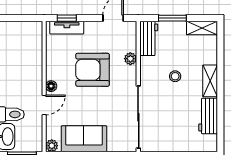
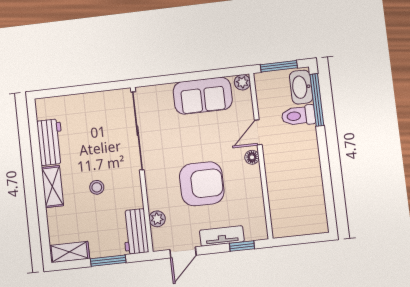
tv unit: (67, 28) -> (222, 236), moved
plant: (130, 59) -> (157, 219), moved

